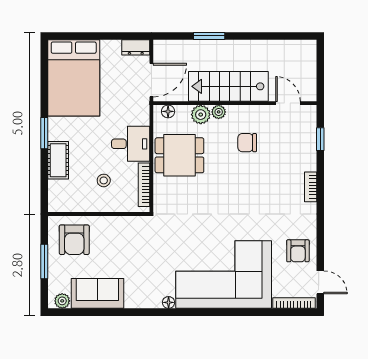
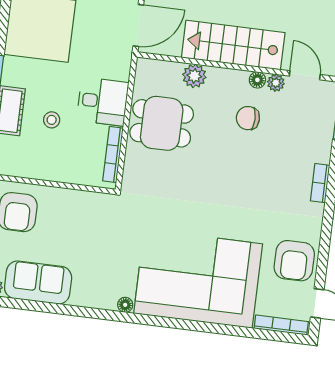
floor lamp: (168, 111) -> (257, 80), moved
plant: (219, 112) -> (276, 83), moved
stool: (104, 180) -> (52, 120), moved
armchair: (298, 251) -> (294, 261), width x1.38, depth x1.38

